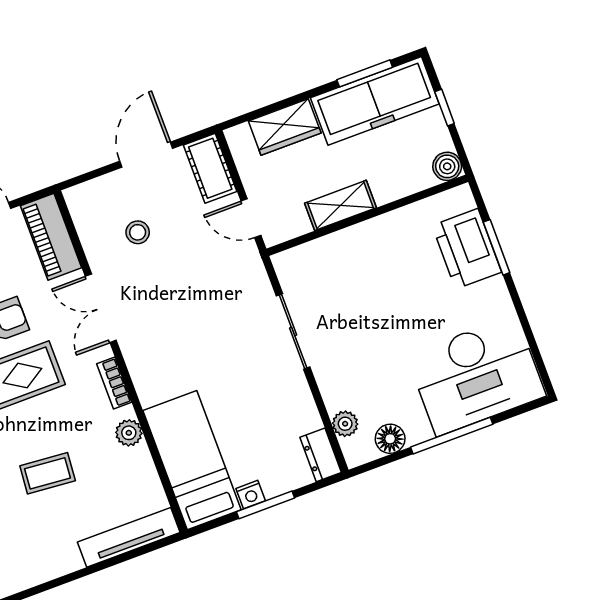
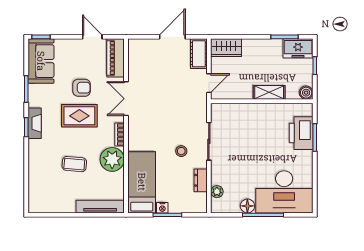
freezer: (375, 101) -> (298, 48), width x0.52, depth x0.79
wardrobe: (285, 127) -> (226, 48), moved
shelving: (341, 205) -> (269, 92), moved
door: (251, 218) -> (209, 83), swing flipped
stool: (138, 232) -> (181, 151), moved
plant: (129, 433) -> (112, 159), width x1.88, depth x1.88
floor lamp: (390, 439) -> (247, 206), moved
dresser: (321, 455) -> (201, 180), moved

